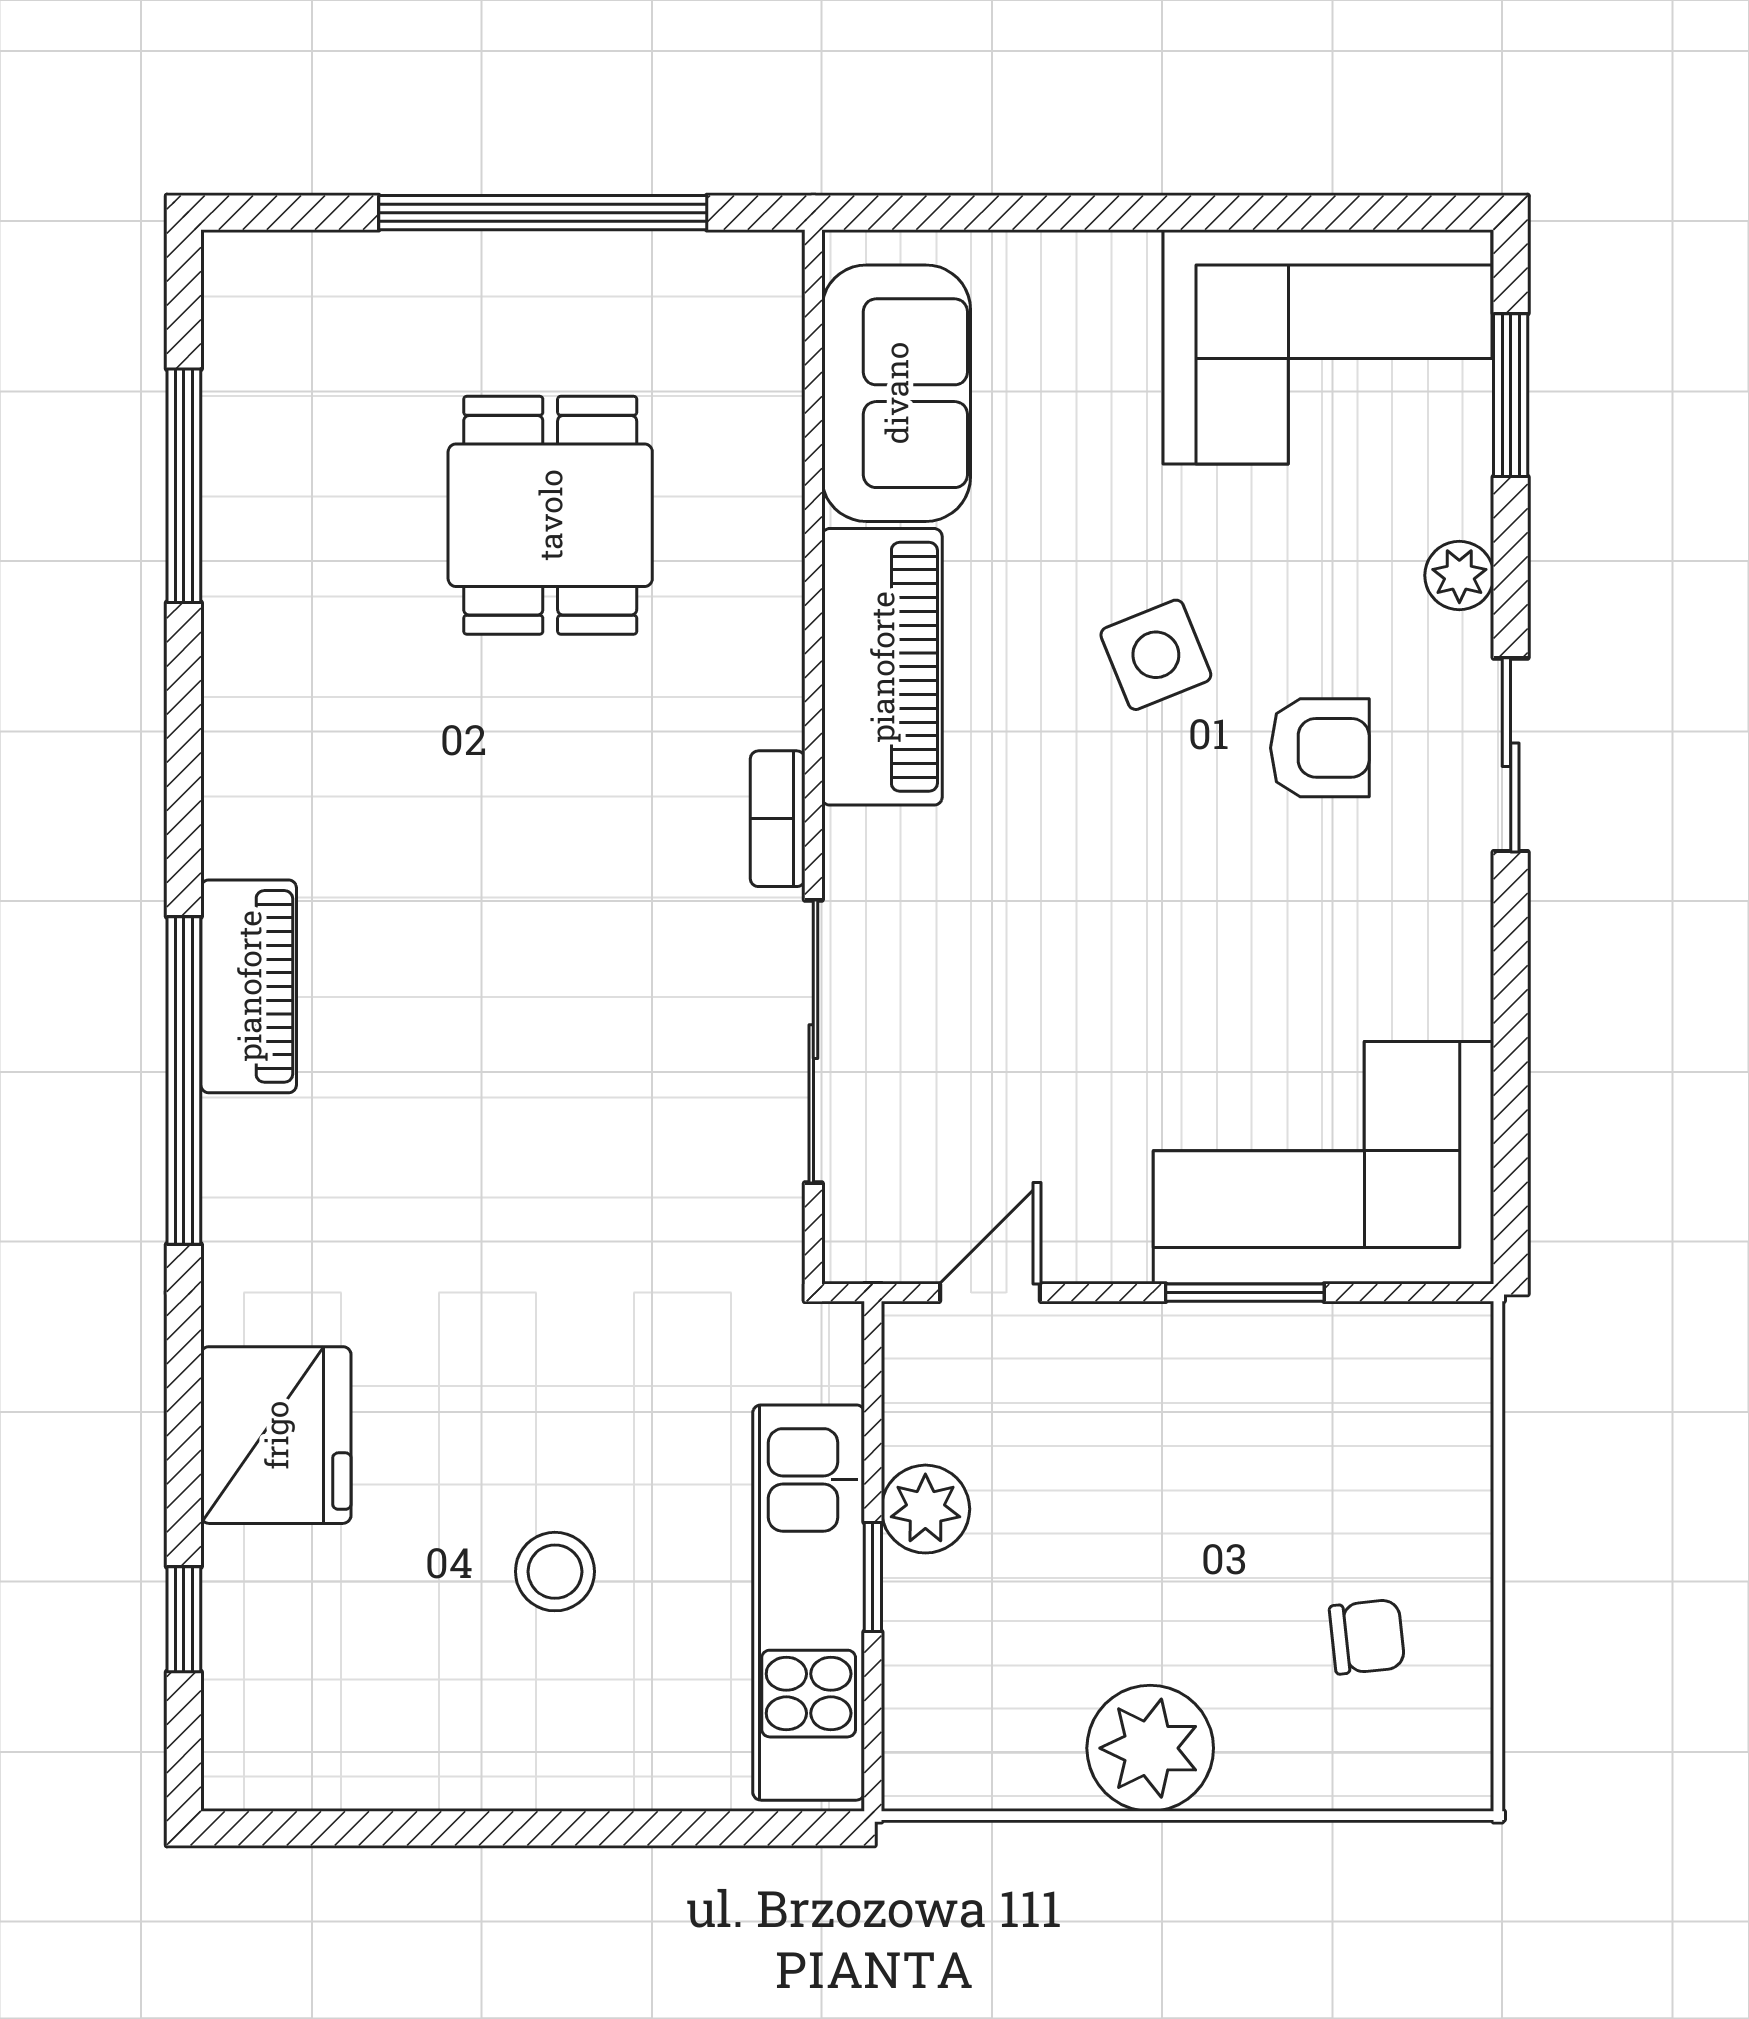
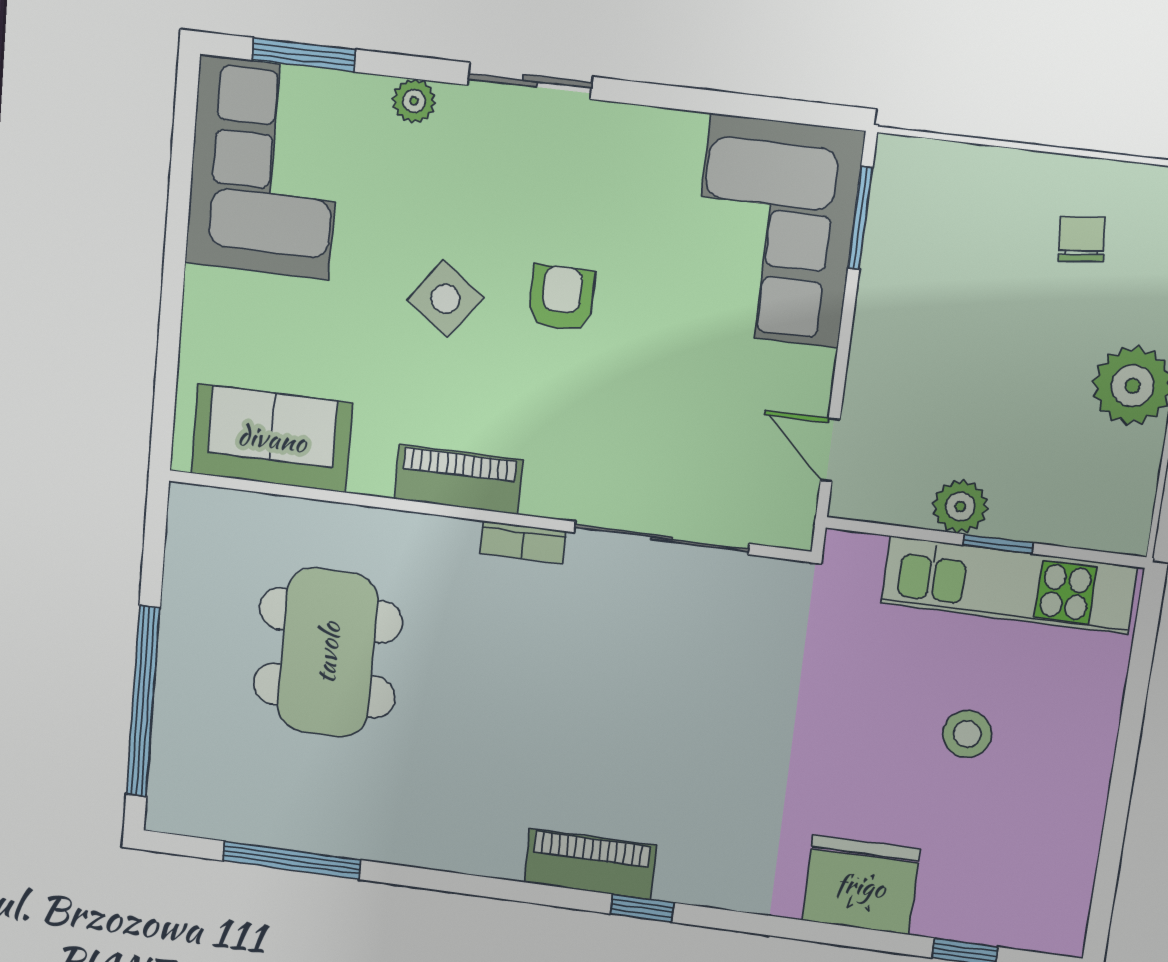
window: (543, 213) -> (143, 702), moved
dining table: (550, 515) -> (327, 653), width x1.37
side table: (1156, 655) -> (445, 299), turned -32
piano: (882, 667) -> (458, 479), width x0.73, depth x0.75
armchair: (1320, 748) -> (562, 298), moved
window: (184, 1080) -> (642, 908), width x0.32
window: (1245, 1293) -> (860, 218), moved

